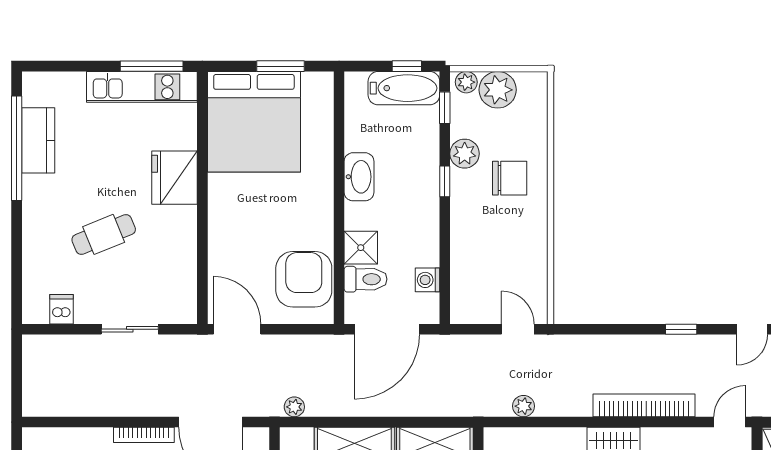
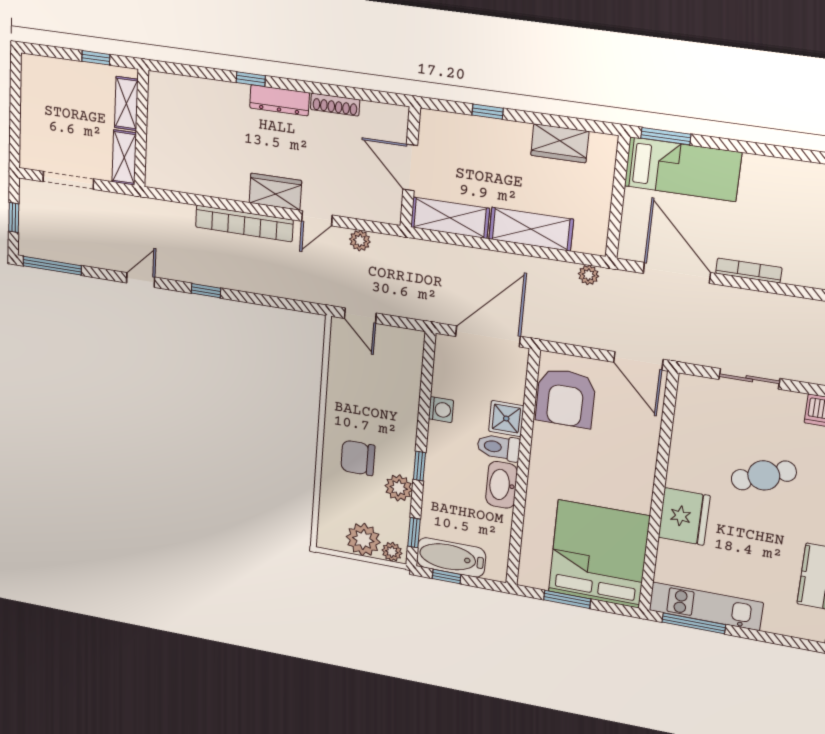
toilet: (366, 279) -> (499, 447), moved
washing machine: (428, 280) -> (441, 410), moved
door: (730, 422) -> (317, 218), moved

